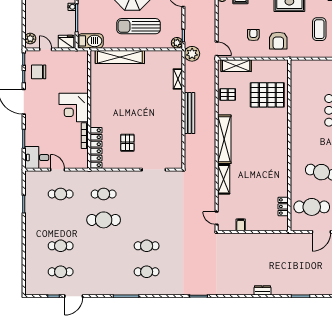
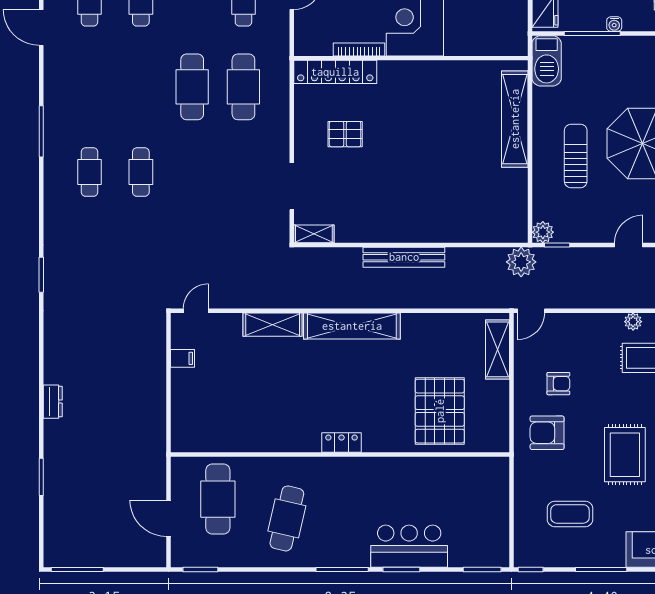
sun lounger: (138, 26) -> (576, 156), width x0.73, depth x0.75
shelving: (178, 79) -> (314, 234), moved
pallet: (228, 94) -> (441, 333), removed
cafe table: (104, 194) -> (243, 87), width x1.37, depth x1.35
locker: (283, 206) -> (341, 443), moved

